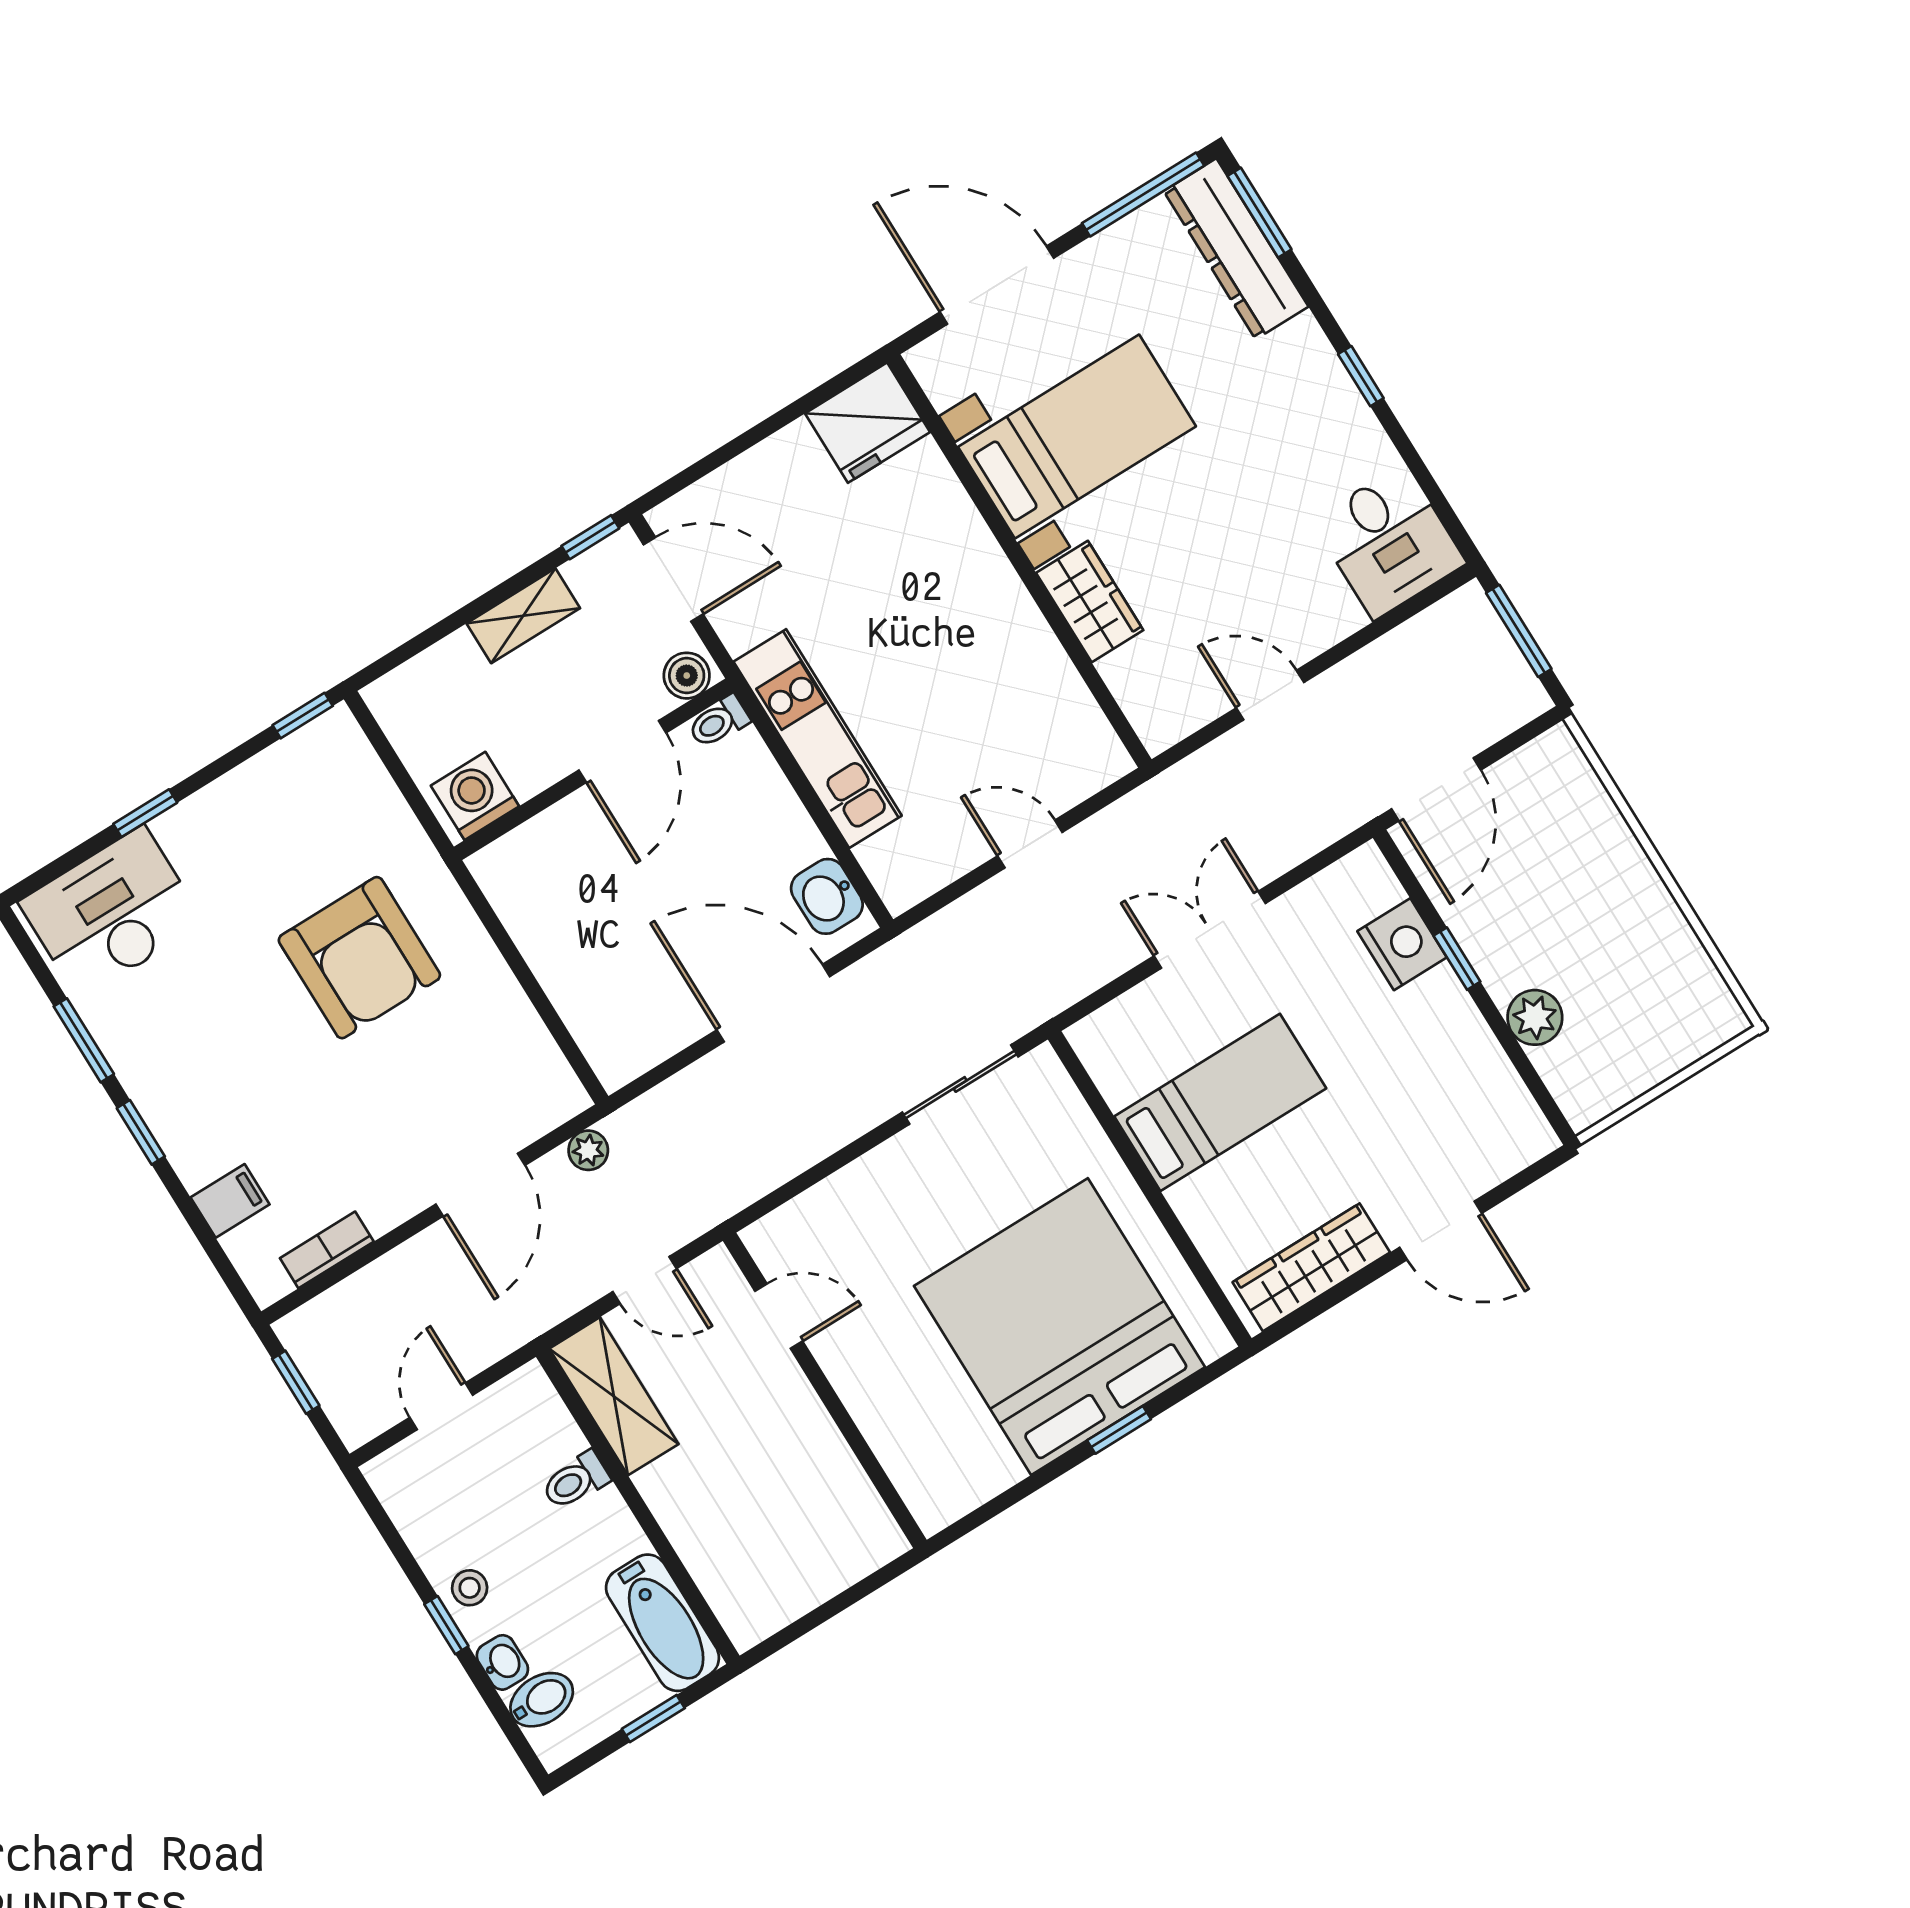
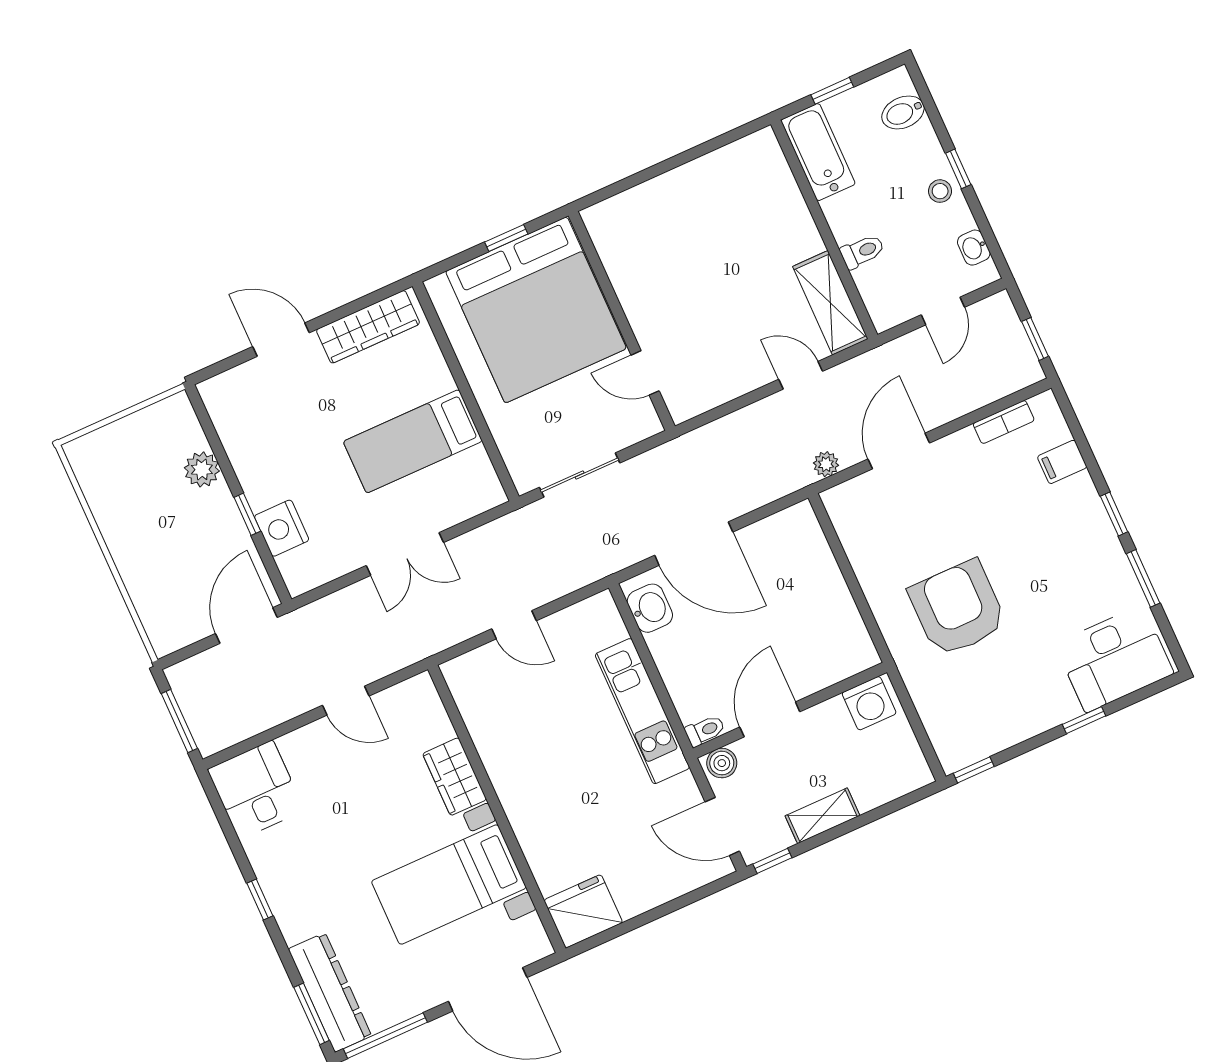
door: (779, 1316) -> (645, 373), moved
wall: (825, 1390) -> (622, 321), moved
washbasin: (502, 1662) -> (974, 248), moved

